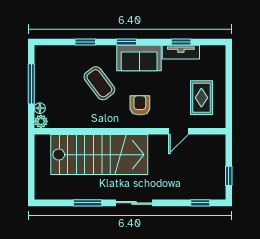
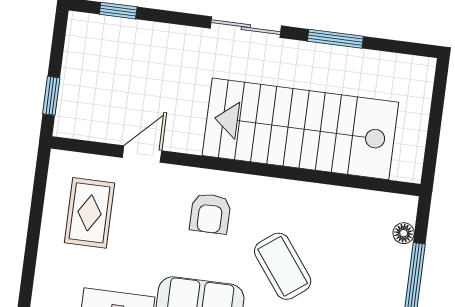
plant: (41, 121) -> (405, 207), removed
window: (229, 176) -> (51, 96), moved

